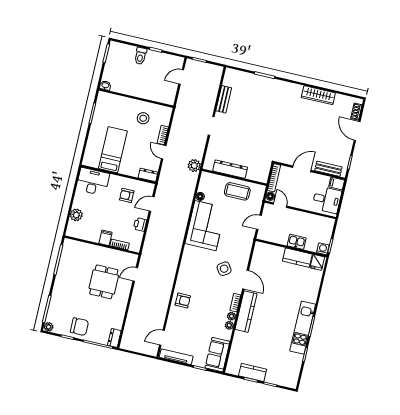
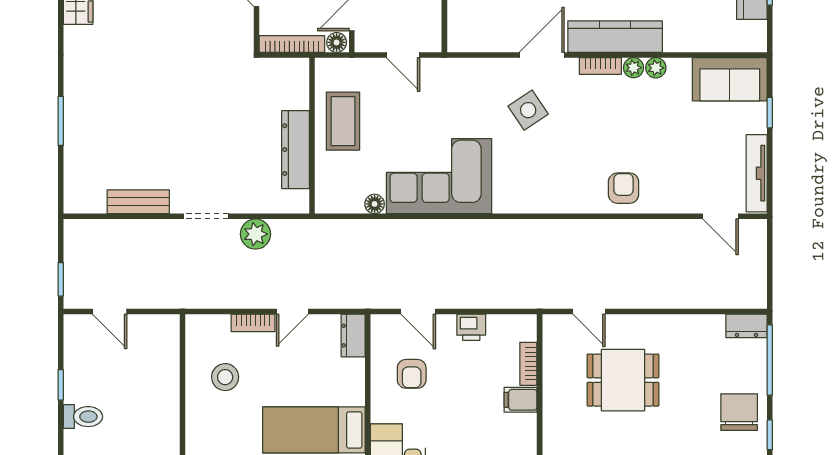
plant: (194, 166) -> (255, 234), moved

